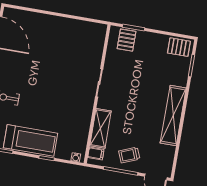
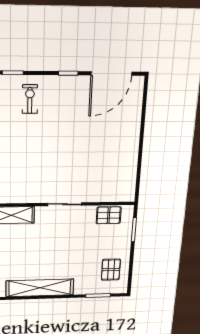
pallet: (127, 40) -> (109, 215), moved
pallet: (179, 47) -> (111, 270), moved

